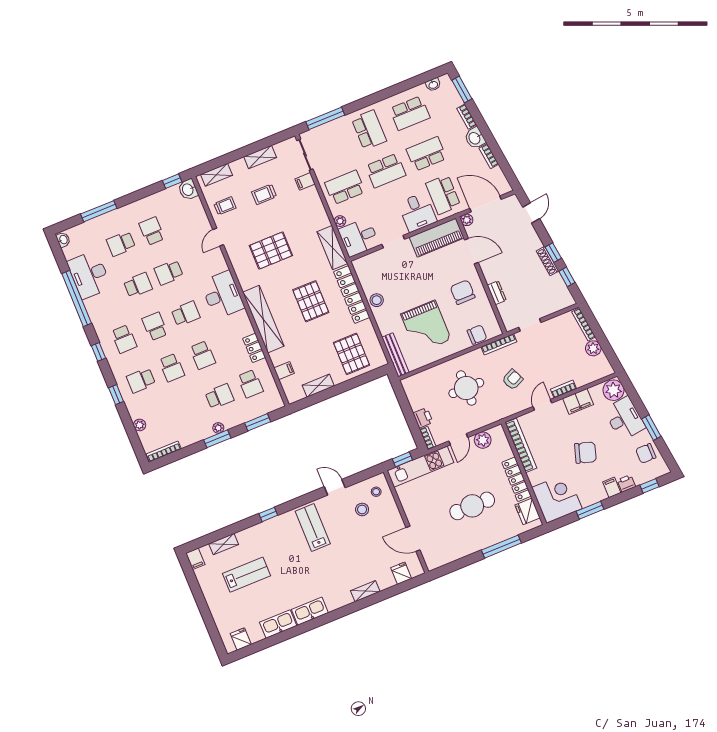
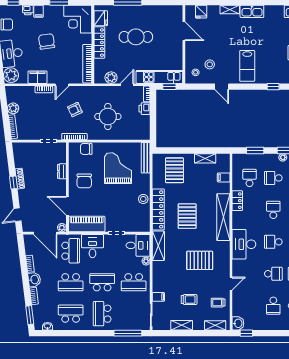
window: (567, 277) -> (11, 163), removed
chair: (585, 453) -> (47, 41), turned 65
kitchen sink: (310, 611) -> (252, 11), moved

